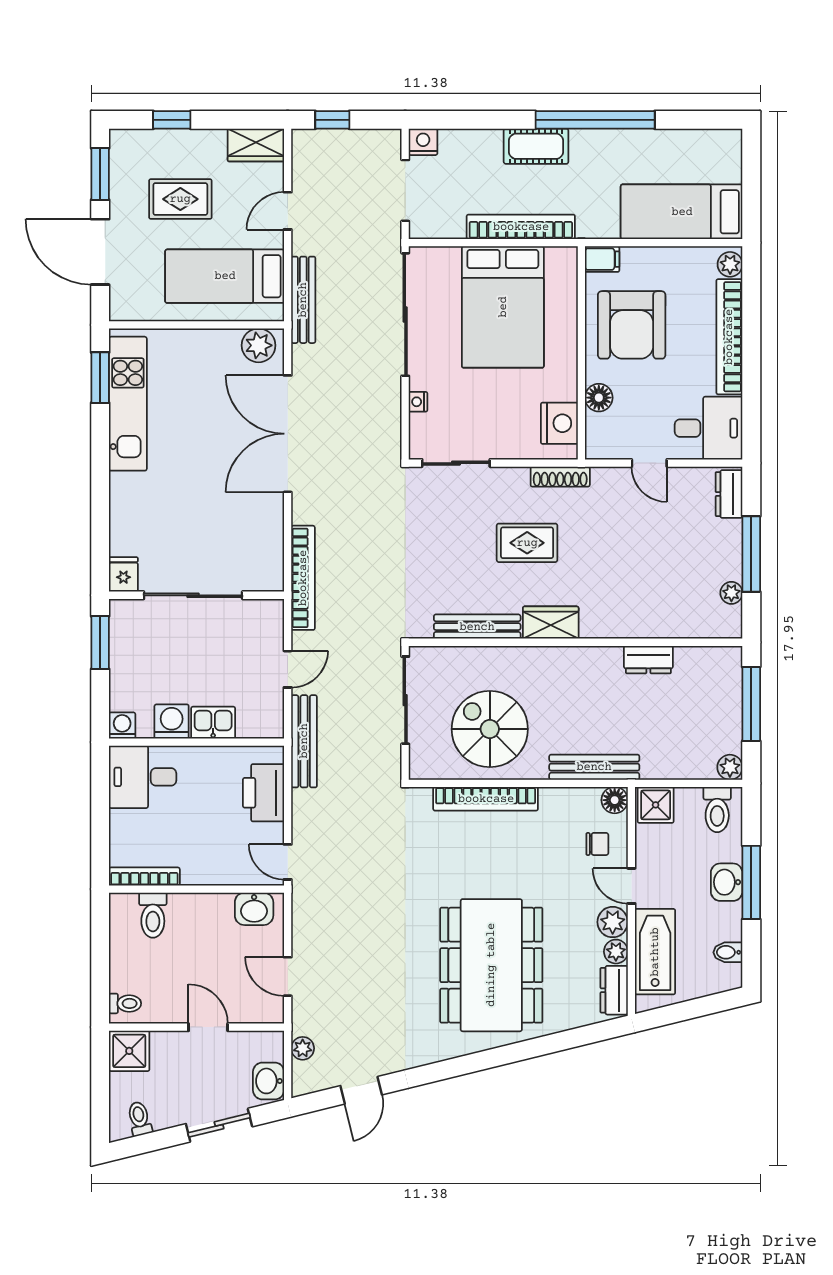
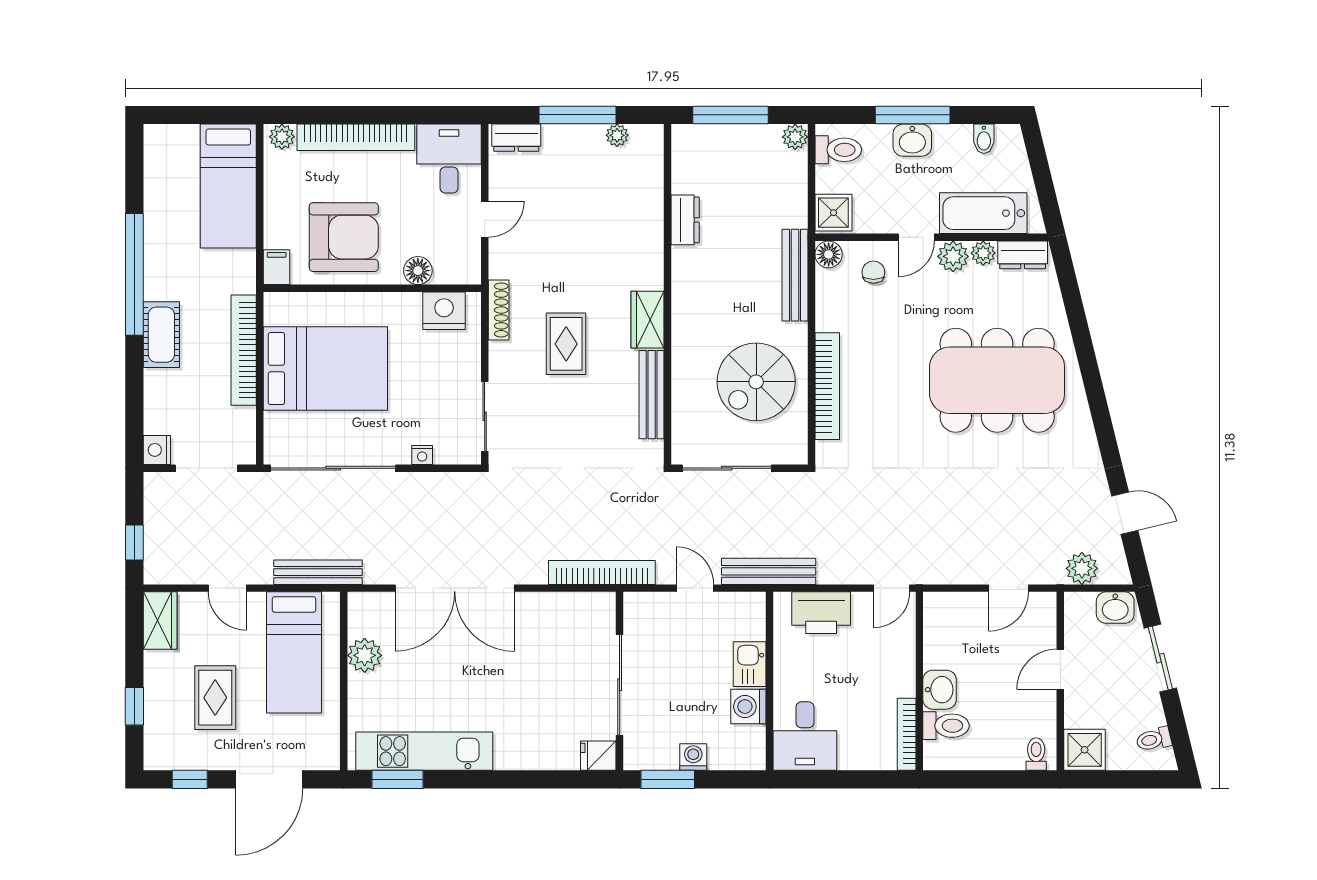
window: (100, 174) -> (190, 779), width x0.67
plant: (259, 345) -> (365, 655), moved
washing machine: (122, 725) -> (693, 757), moved, turned 90
washbasin: (254, 909) -> (940, 690), moved
plant: (303, 1048) -> (1082, 568), width x1.38, depth x1.38

